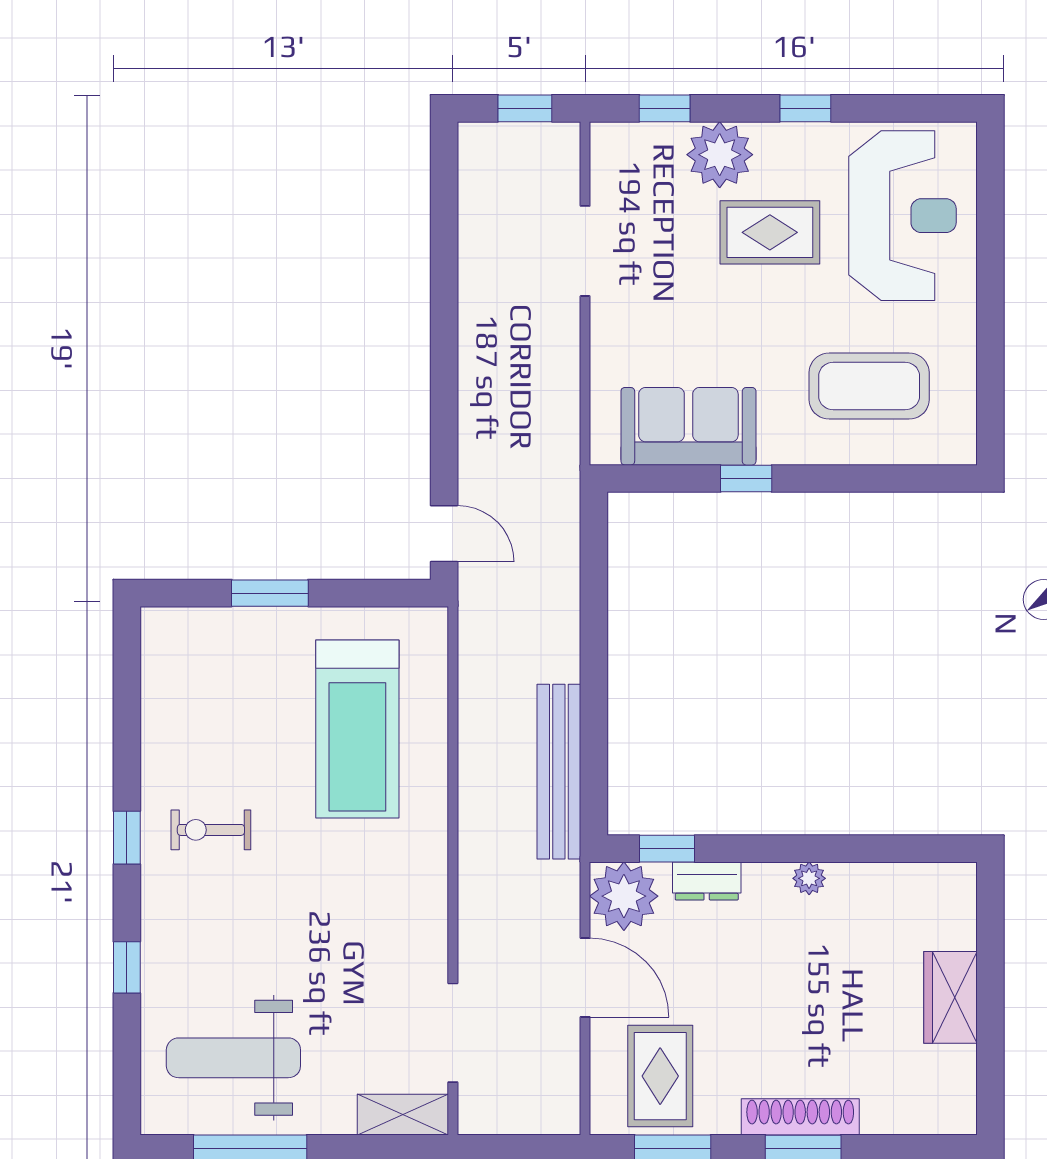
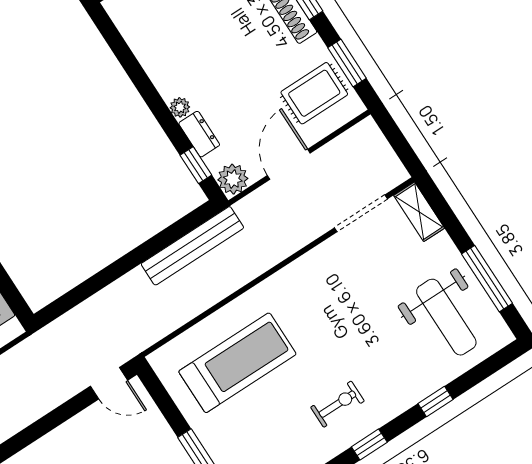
door: (444, 534) -> (109, 383), swing flipped
exercise bike: (211, 830) -> (337, 404), turned -90
plant: (809, 878) -> (180, 107), moved
plant: (624, 896) -> (233, 179), width x0.73, depth x0.73

